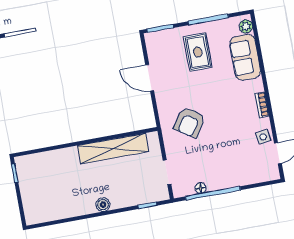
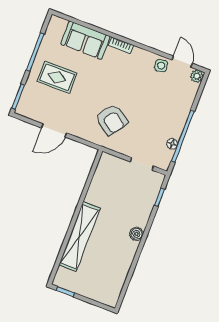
plant: (246, 26) -> (197, 76), moved
bookcase: (262, 105) -> (121, 45), moved
shelving: (113, 149) -> (80, 236), moved

